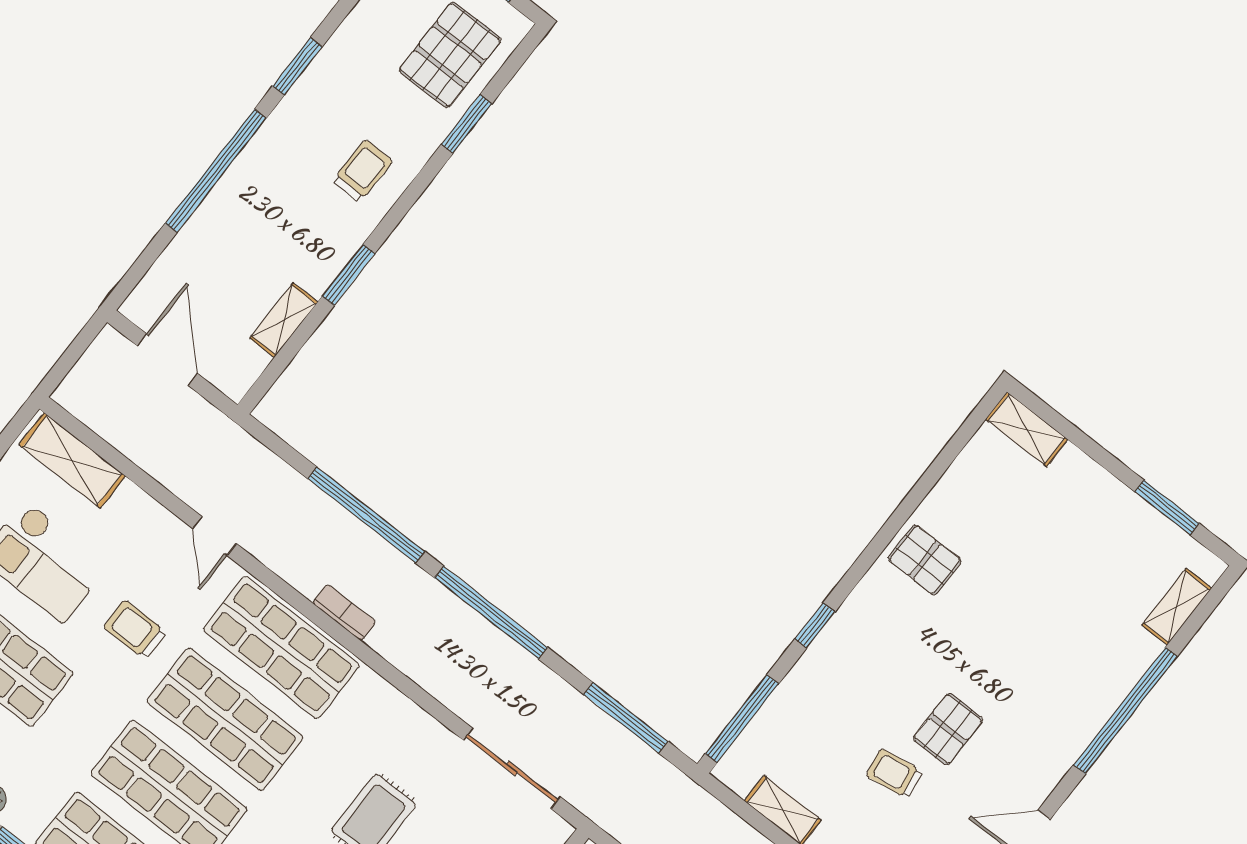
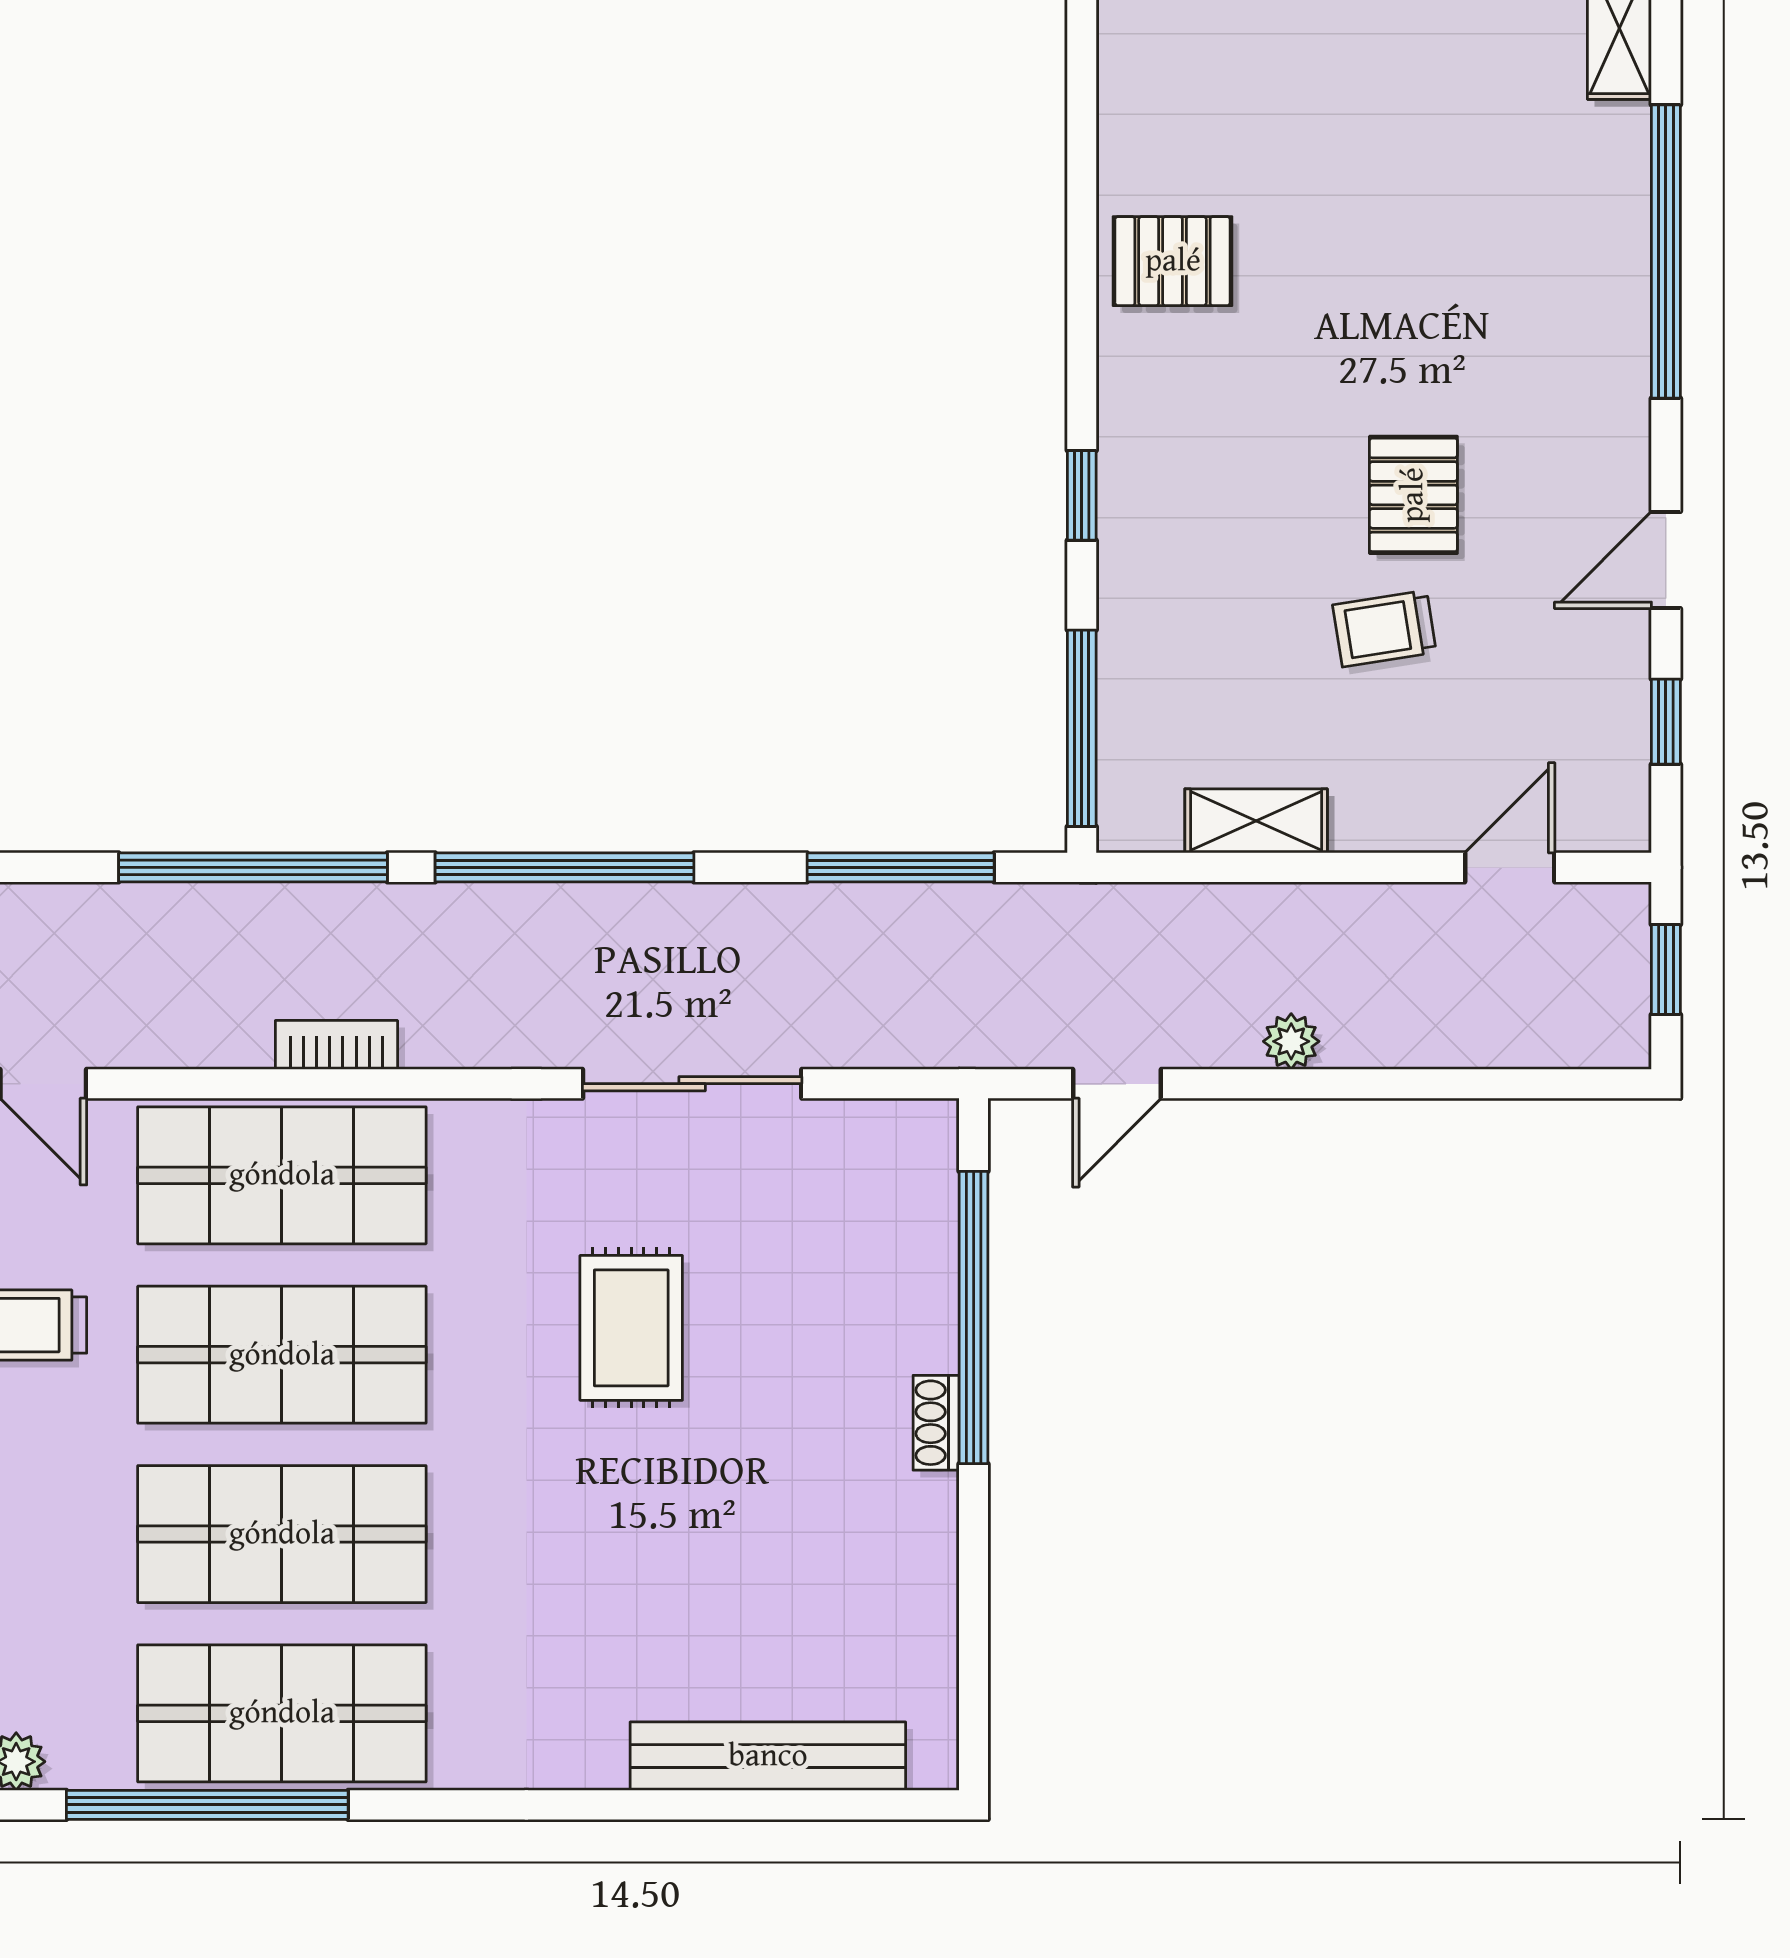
sliding door: (512, 768) -> (692, 1084), moved

